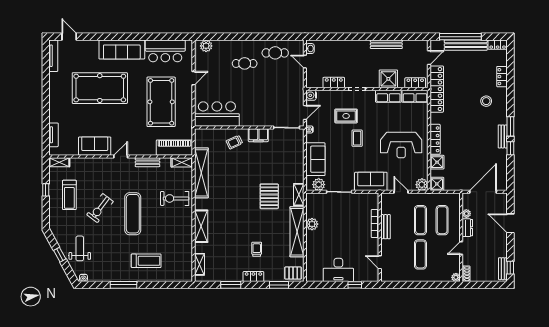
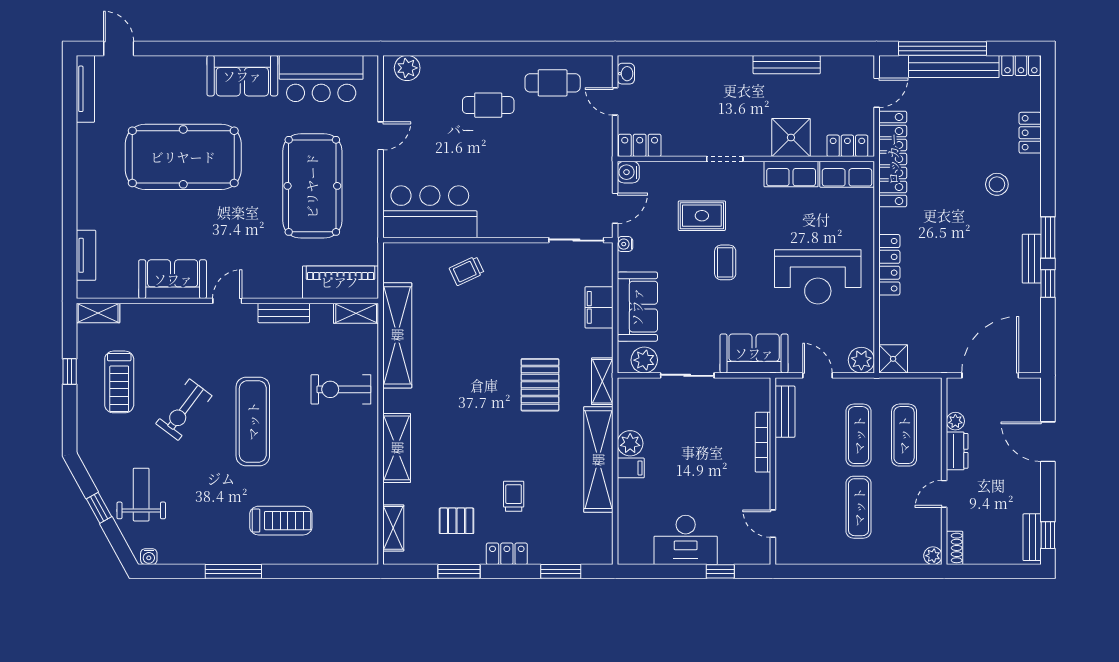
sofa: (122, 49) -> (242, 76), width x0.73
locker: (334, 83) -> (640, 145), moved
filing cabinet: (258, 135) -> (599, 307), moved, turned 90
shower: (437, 162) -> (893, 313), removed
bench: (386, 227) -> (785, 412), moved
filing cabinet: (312, 236) -> (631, 468), added
pallet: (293, 273) -> (457, 521), moved

